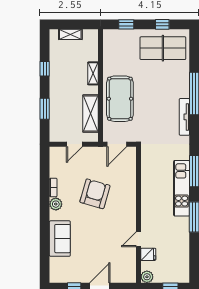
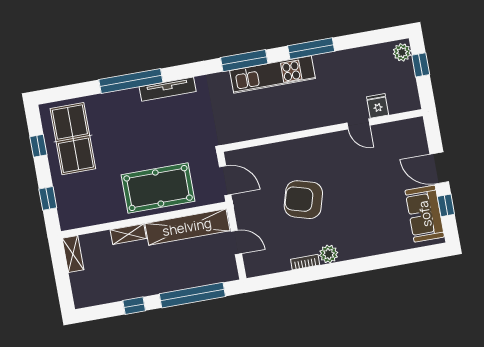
shelving: (70, 34) -> (73, 254), moved
window: (45, 109) -> (192, 295), width x2.11
shelving: (91, 114) -> (187, 227), width x1.47
sofa: (60, 239) -> (425, 214), moved, turned -90
plant: (147, 277) -> (402, 52), moved

